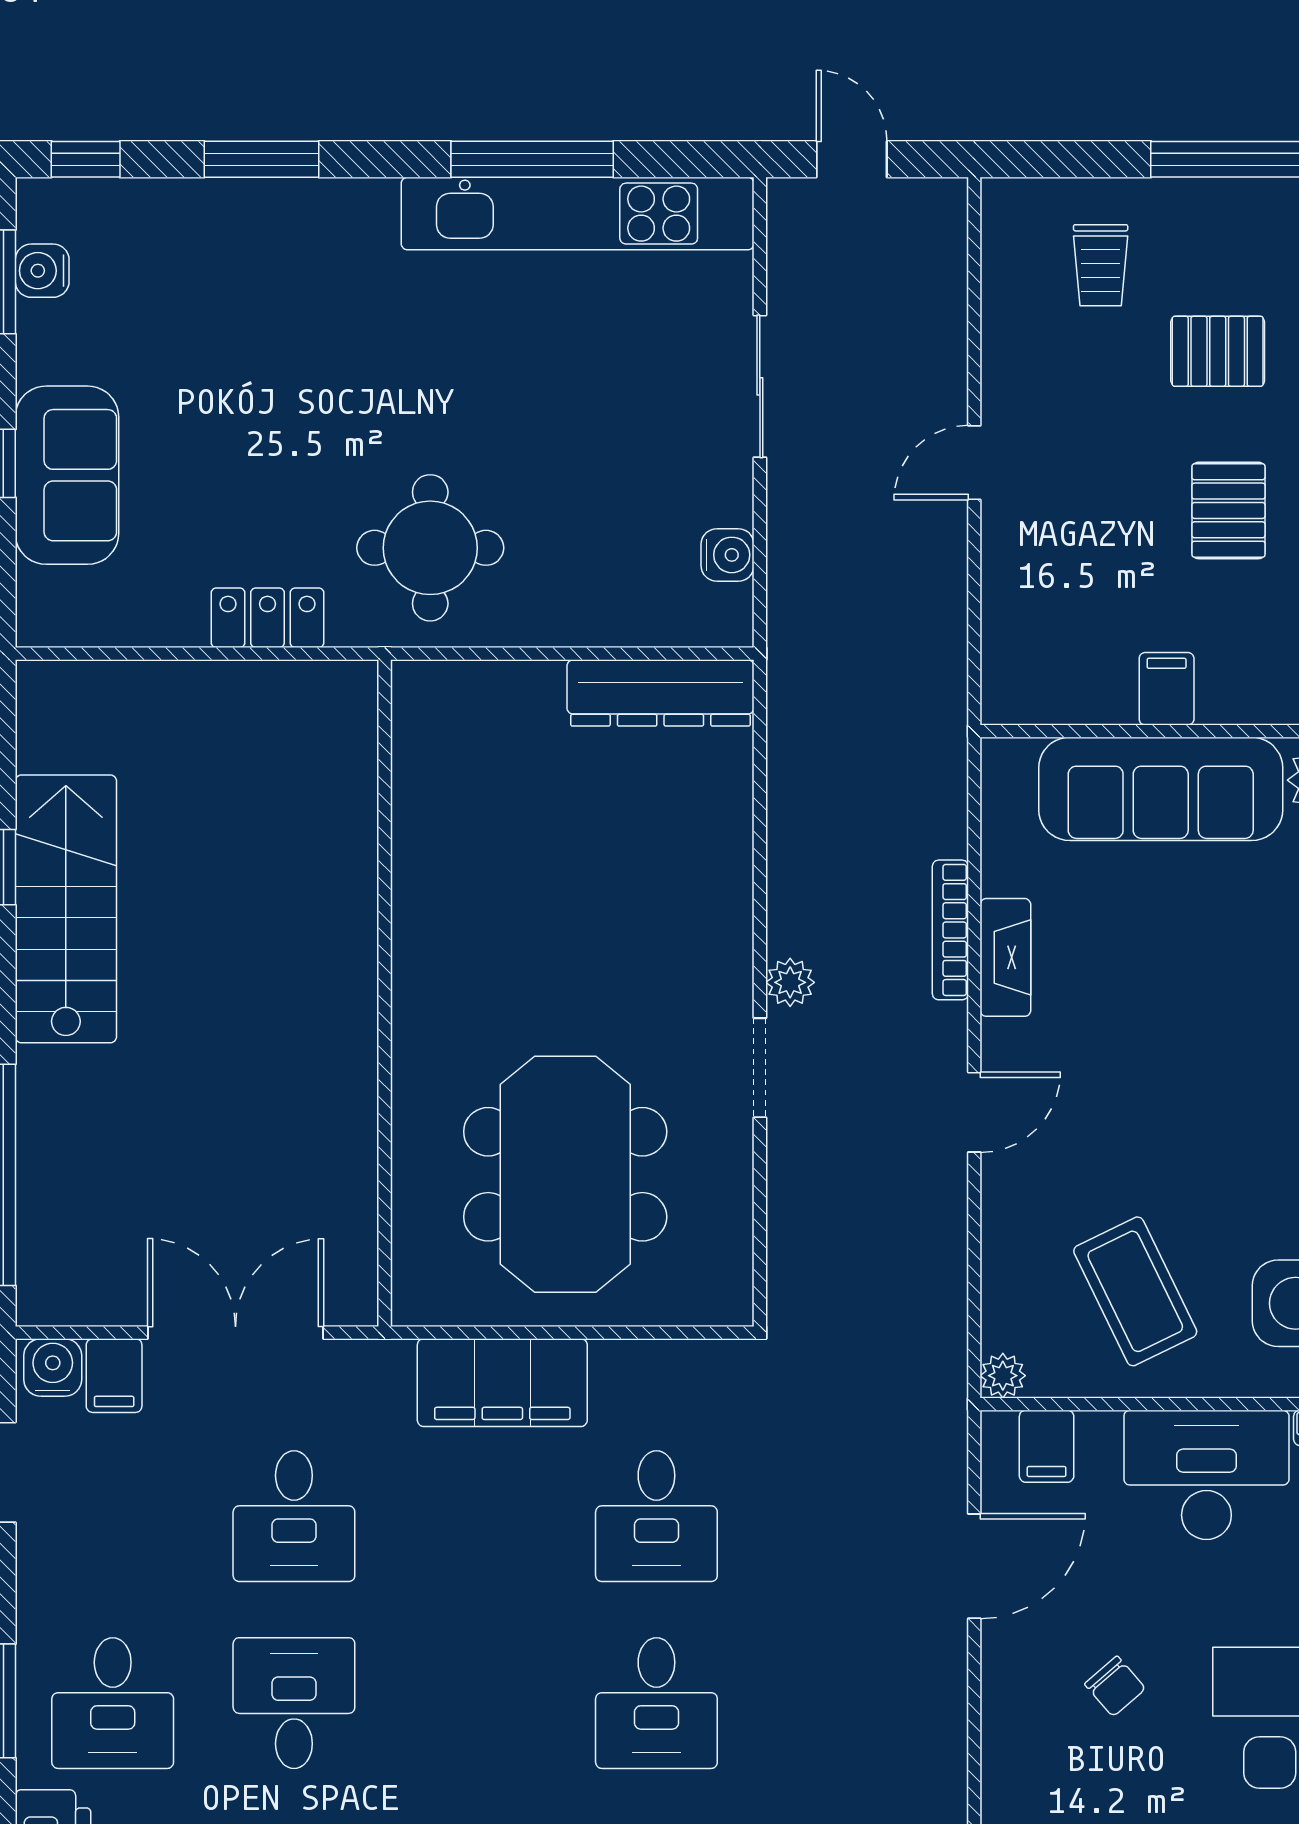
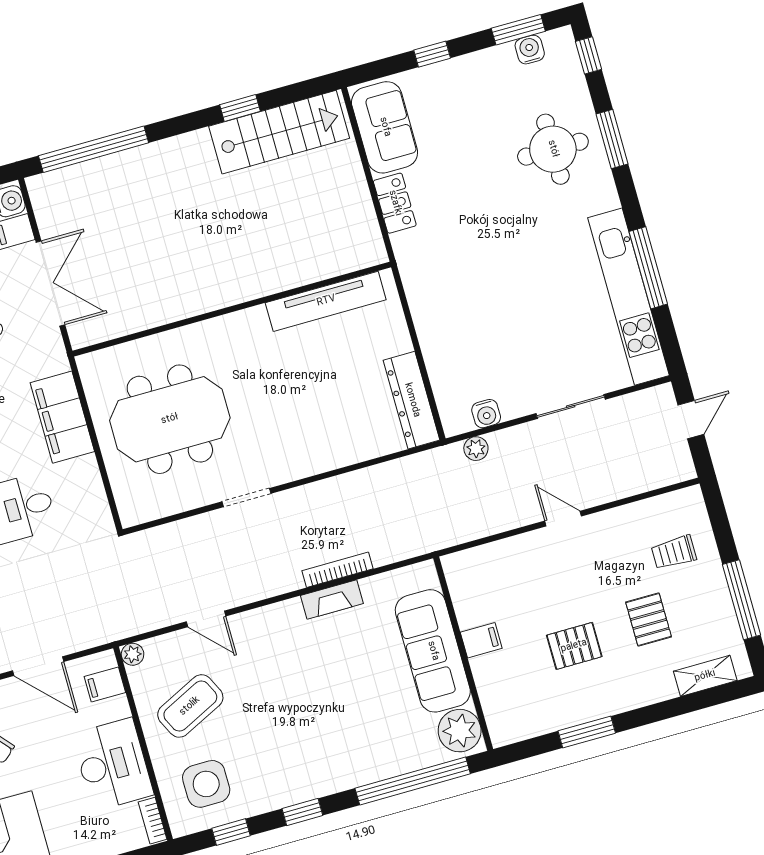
sofa: (67, 475) -> (385, 127), moved, turned -90
round table: (430, 548) -> (553, 149), moved
tv unit: (421, 806) -> (326, 301), added
stairs: (66, 909) -> (279, 132), moved
plant: (790, 982) -> (476, 449), moved
door: (974, 1112) -> (206, 619), moved

